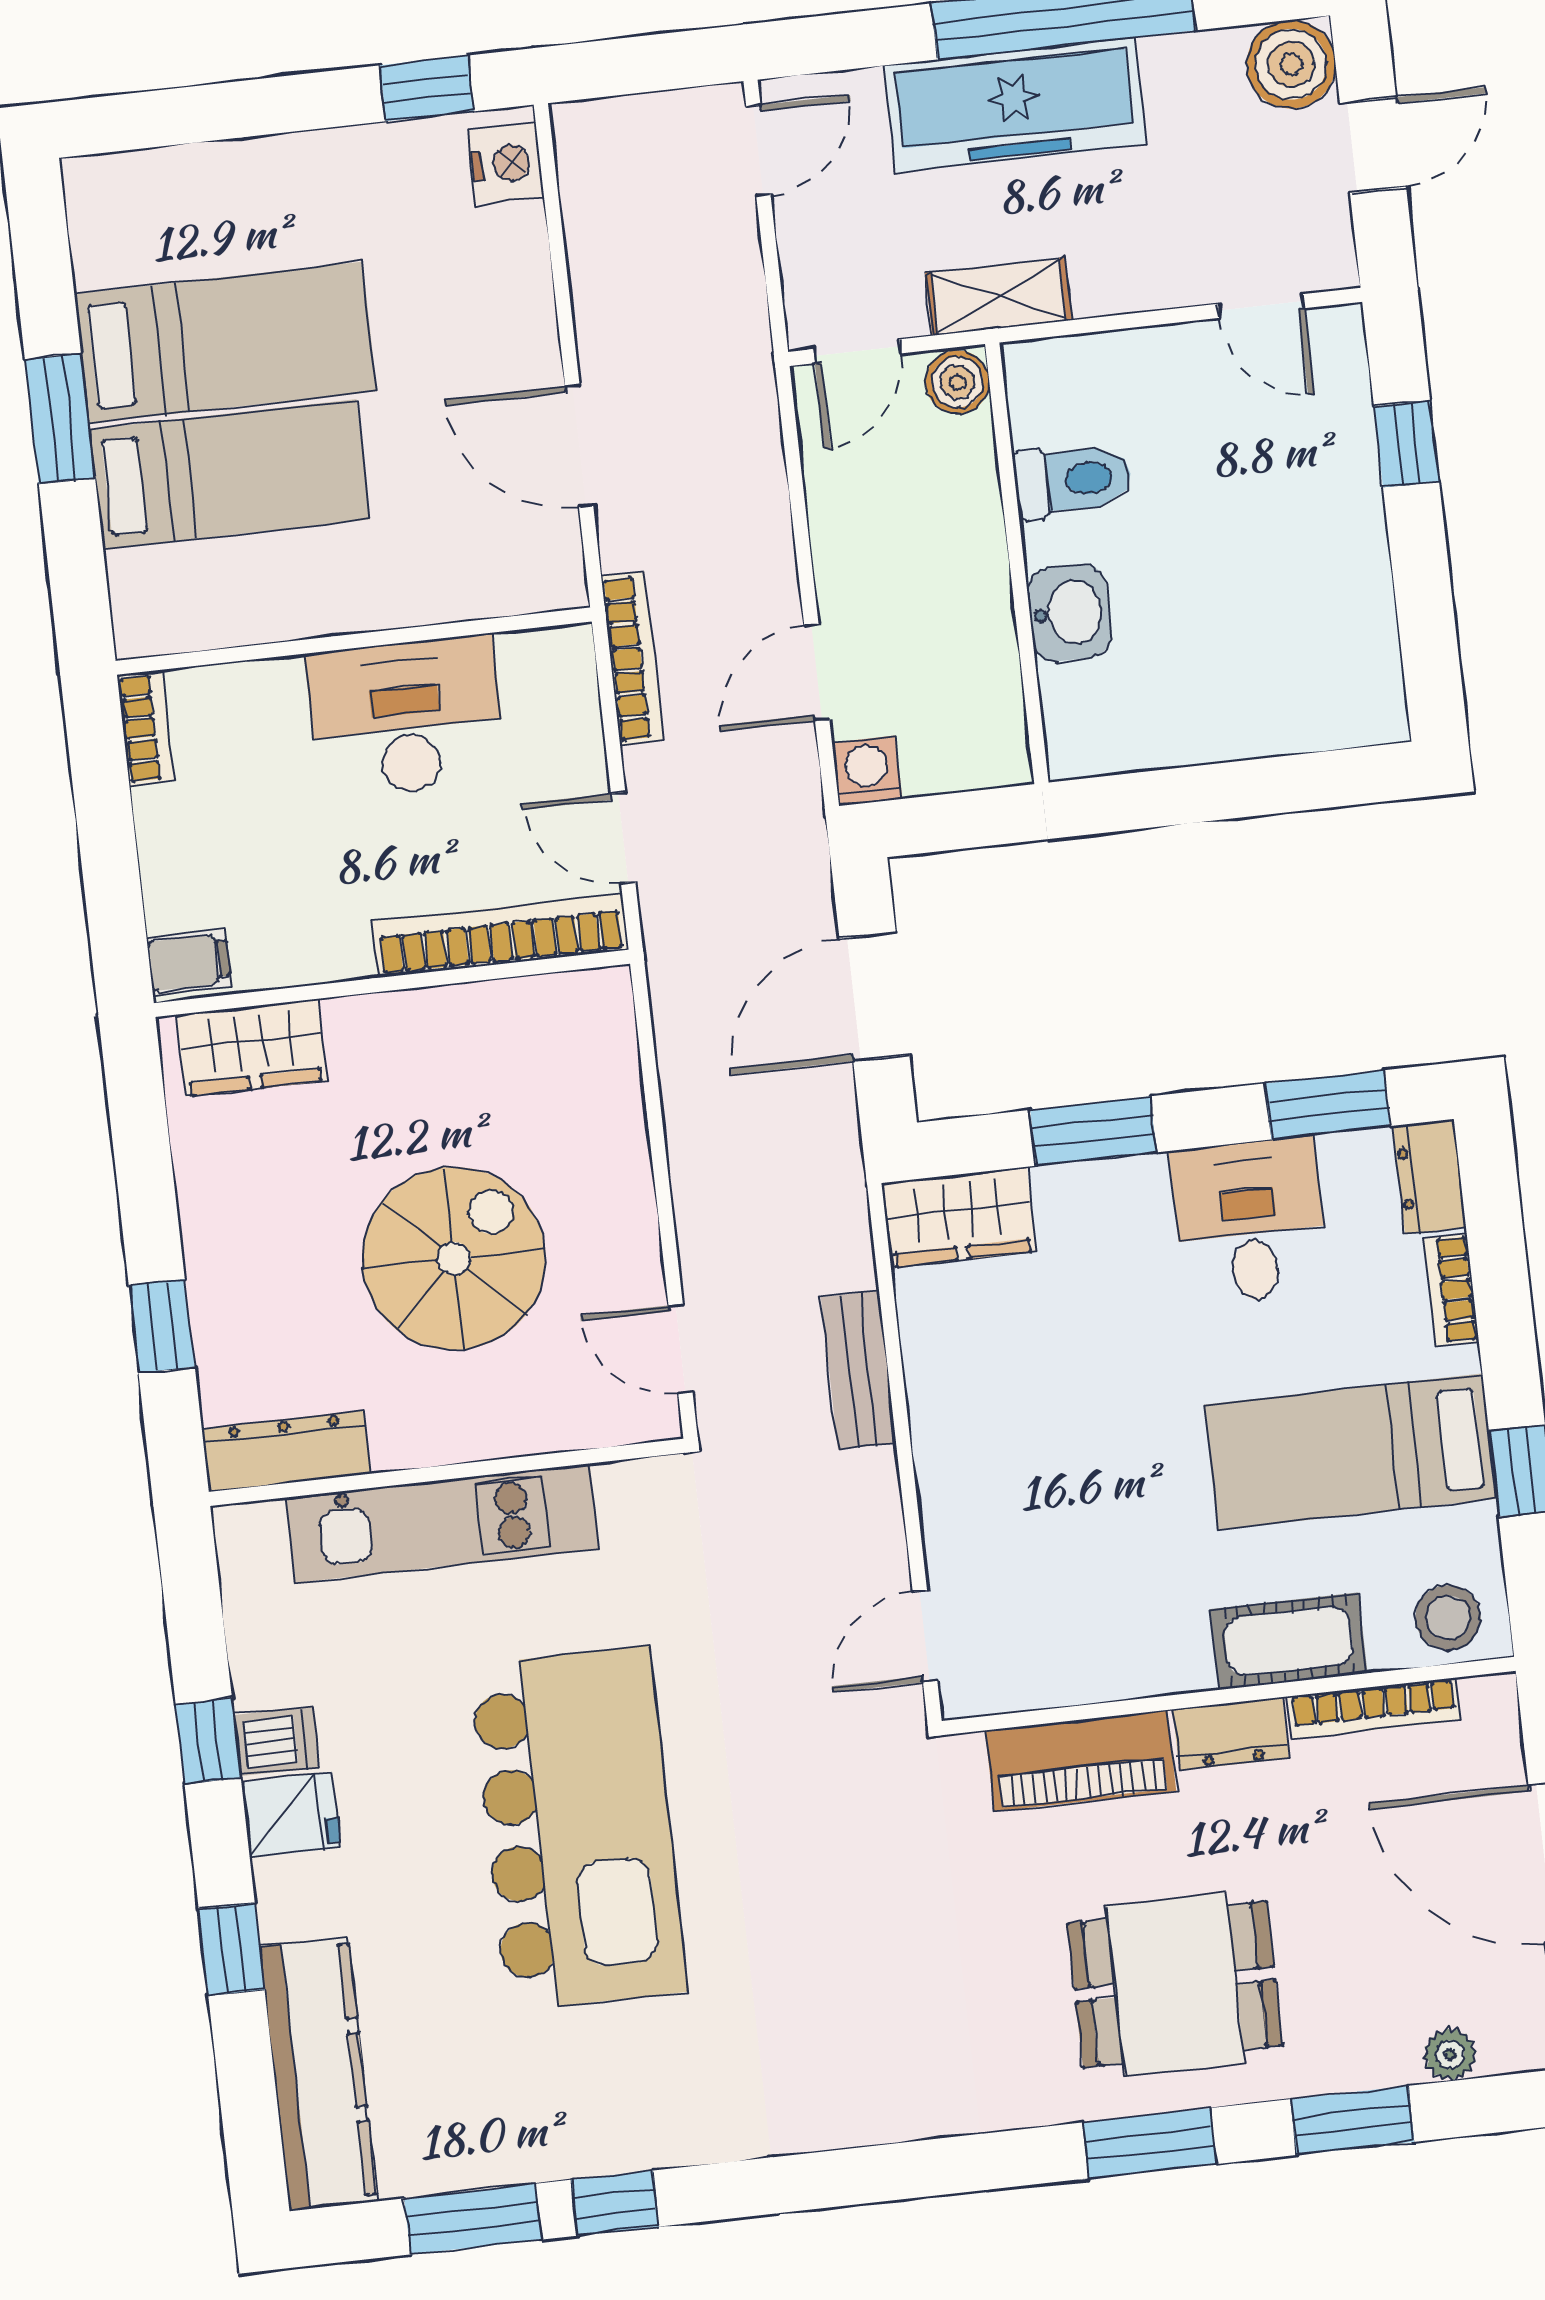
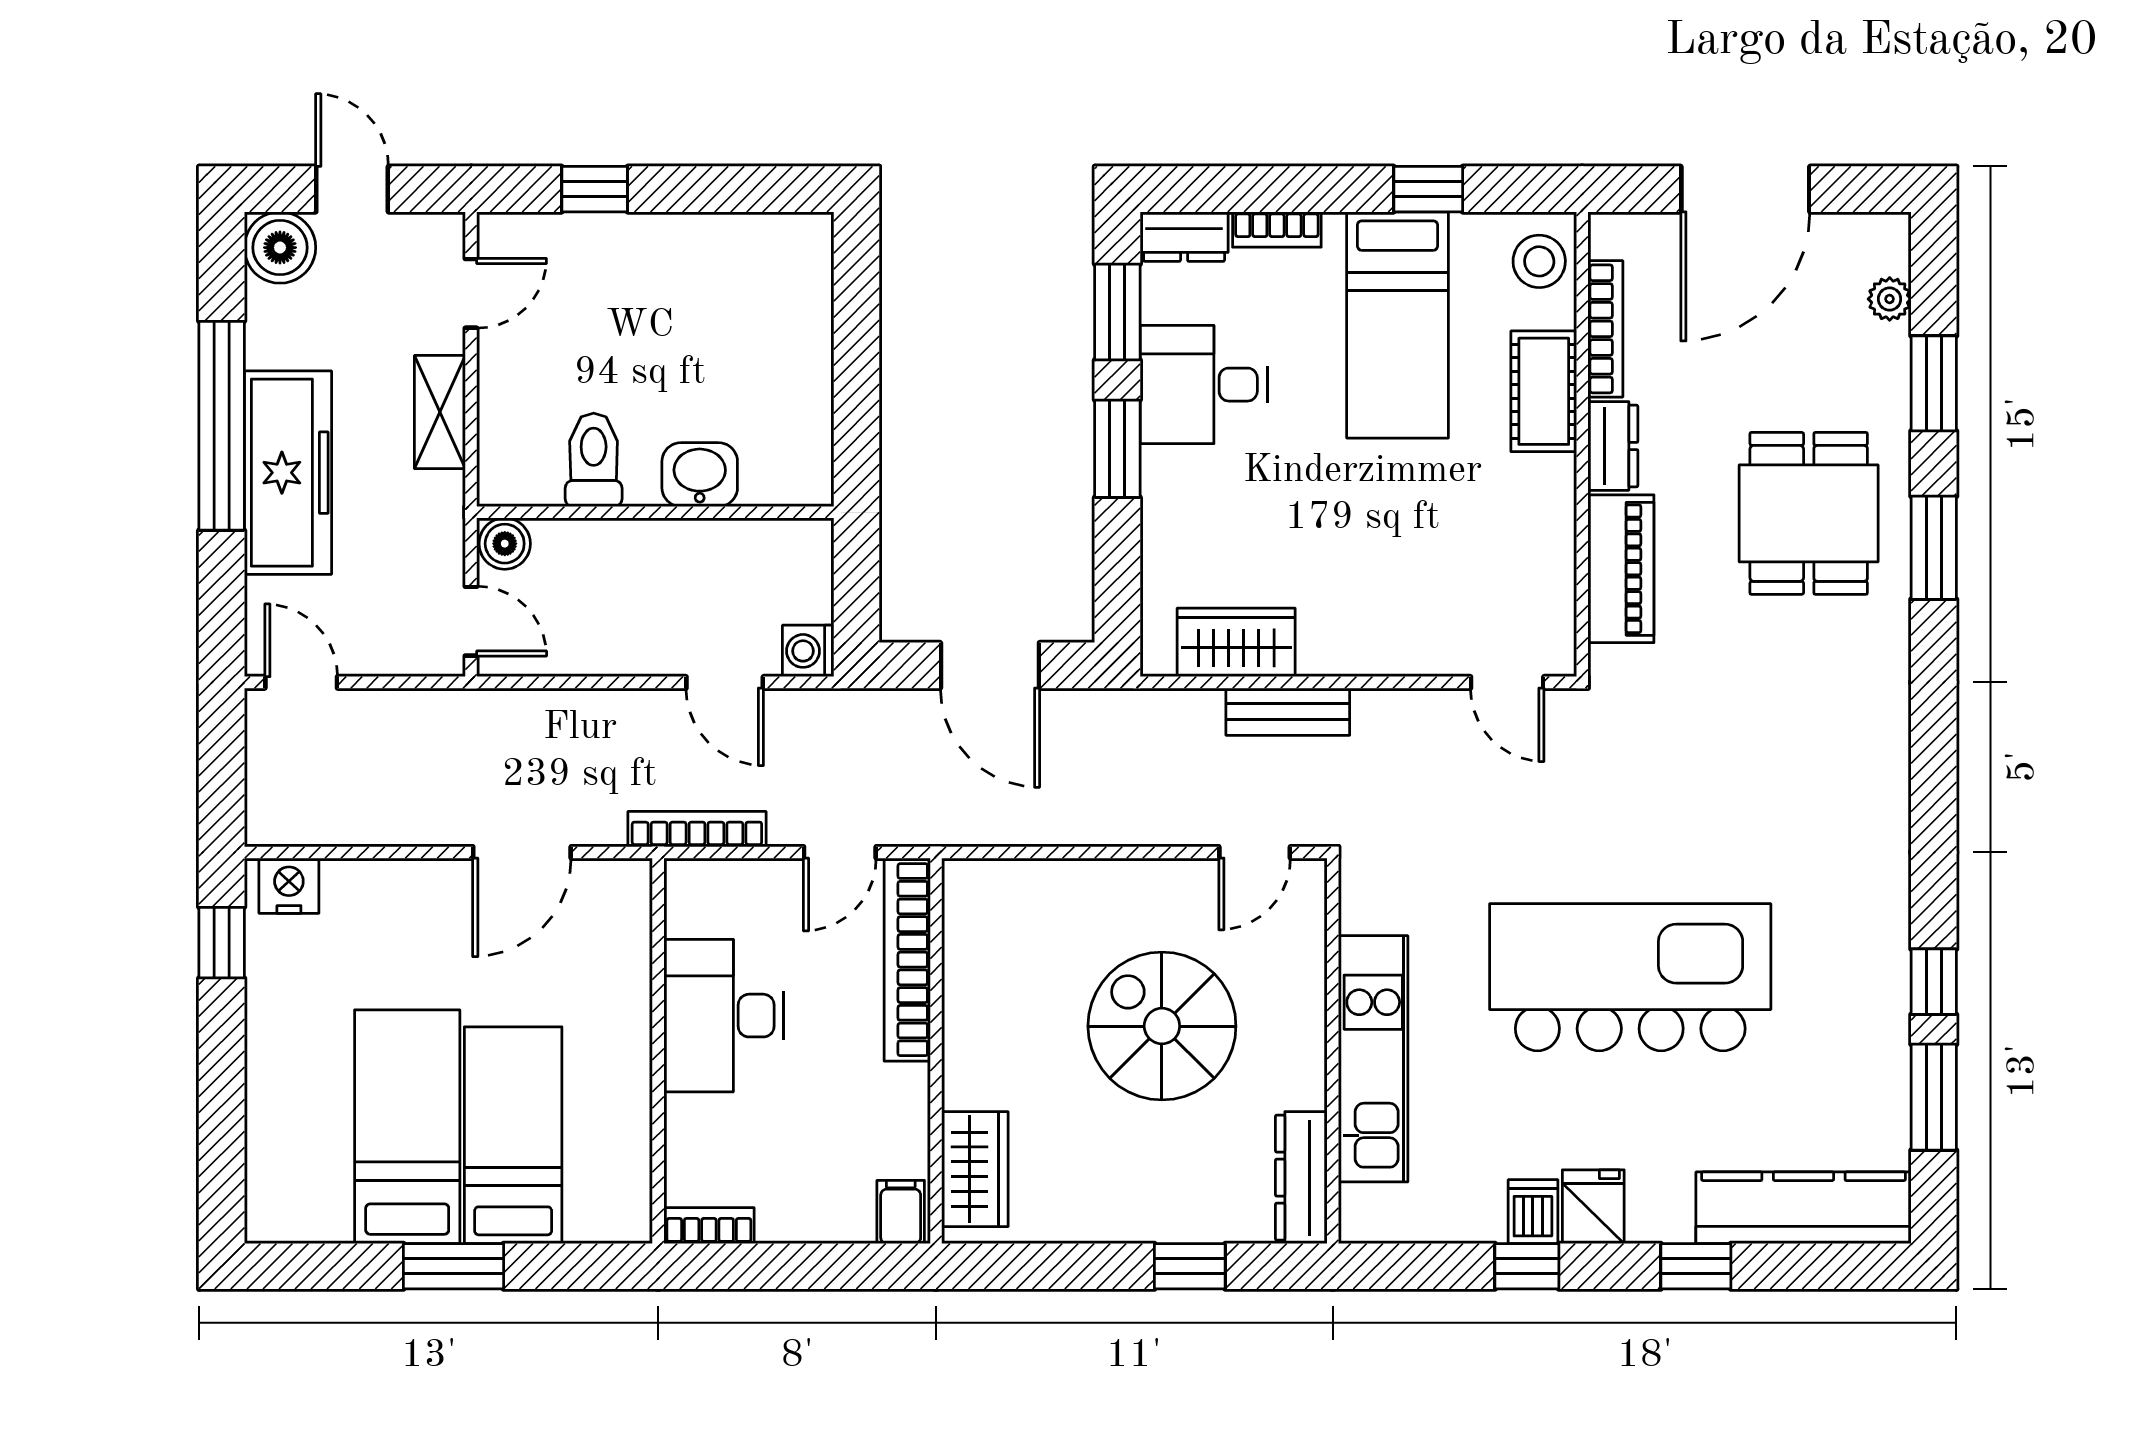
shelving: (999, 297) -> (440, 412), moved
window: (1093, 1131) -> (1117, 449), moved
wardrobe: (959, 1217) -> (1236, 642), moved, turned -90

